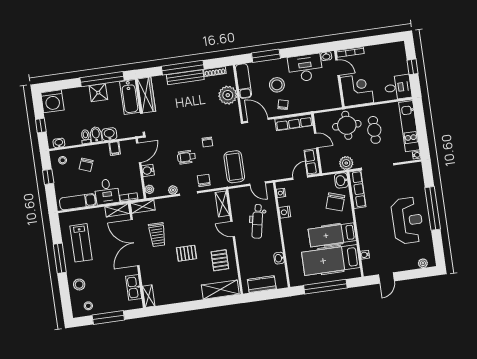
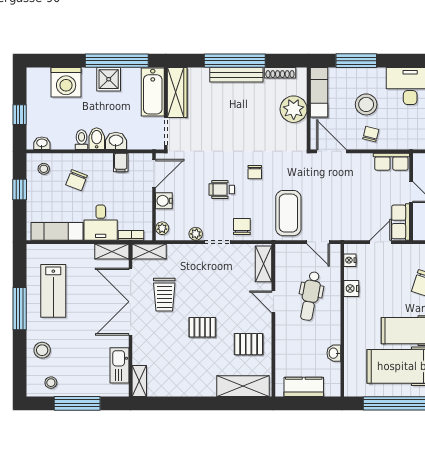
washing machine: (52, 101) -> (66, 82), moved
row of seats: (294, 122) -> (391, 162), width x0.68
pallet: (220, 260) -> (249, 344), turned 90

